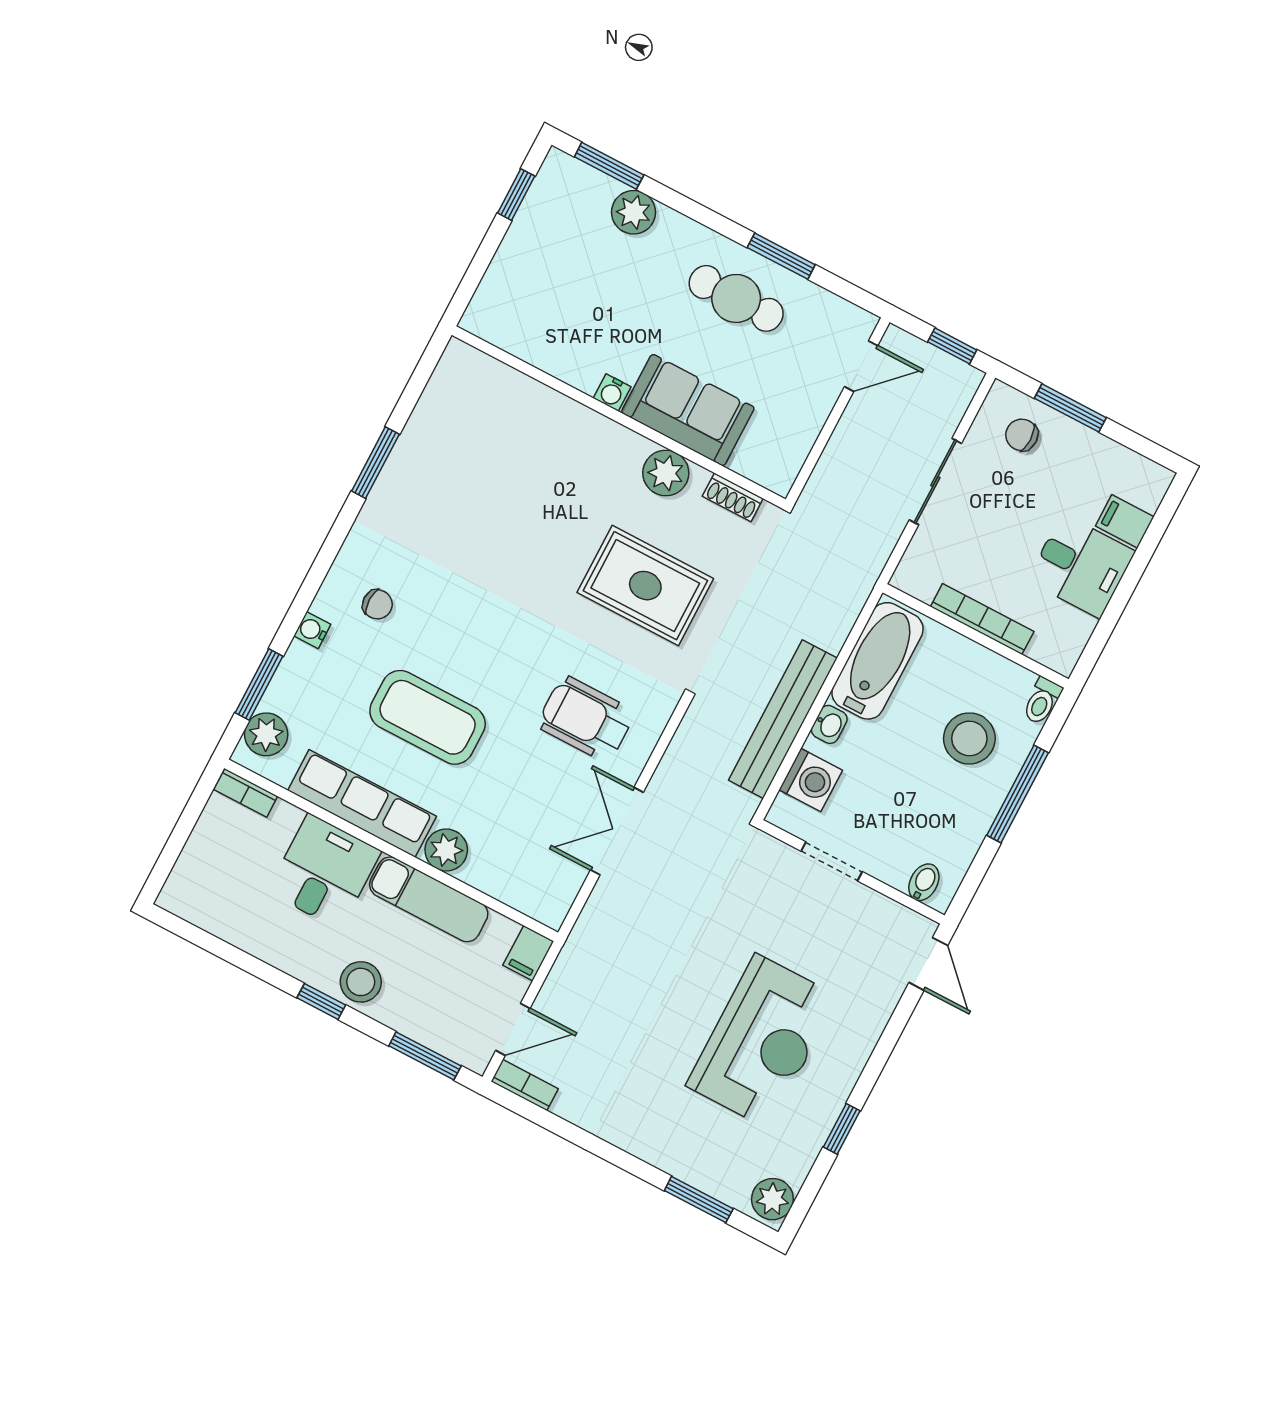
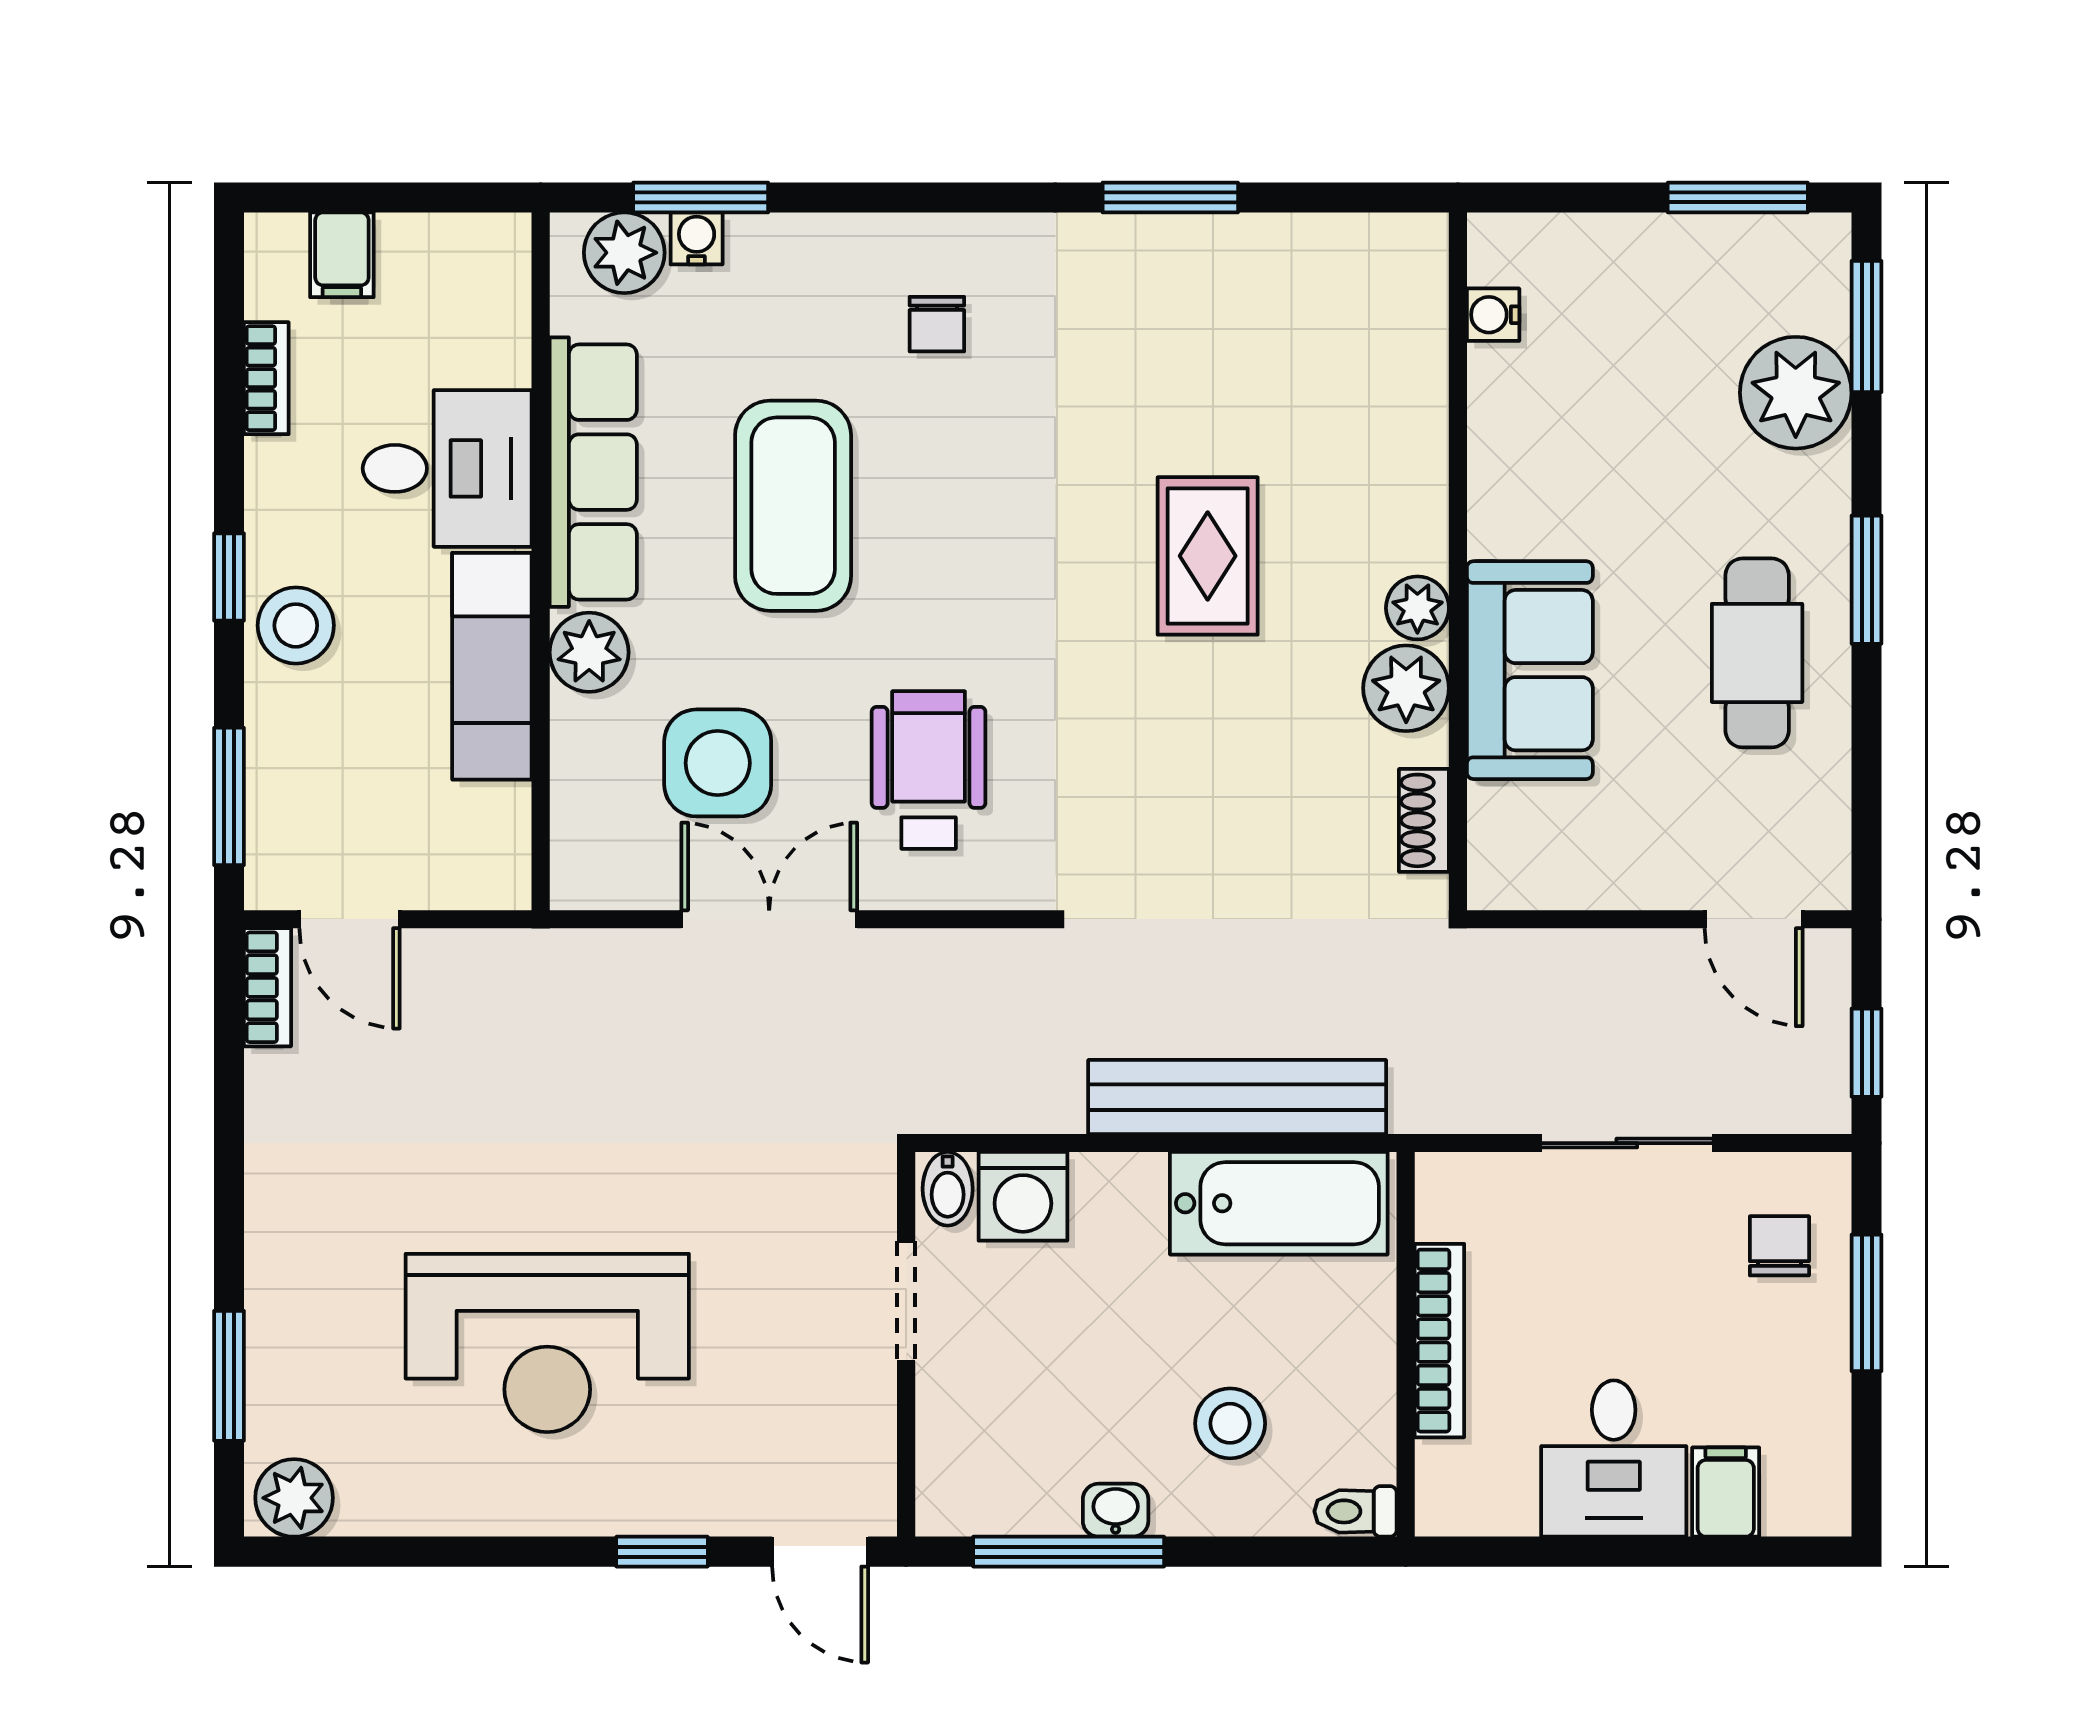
window: (516, 195) -> (1738, 197), width x1.50
plant: (634, 212) -> (1796, 393), width x1.36, depth x1.36
window: (781, 256) -> (1867, 580), moved
water cooler: (612, 392) -> (1493, 315), moved
plant: (631, 448) -> (1417, 608), added
rug: (645, 586) -> (1208, 556), moved, width x0.73, depth x0.70
water cooler: (312, 630) -> (697, 238), moved
bench: (783, 719) -> (1237, 1097), moved
washbasin: (829, 724) -> (1116, 1510), moved, turned 180
stool: (969, 738) -> (1230, 1423), width x0.73, depth x0.73
bookcase: (246, 793) -> (266, 378), moved, turned 180
window: (1018, 794) -> (1069, 1552), moved
side table: (530, 817) -> (718, 763), added
bidet: (924, 882) -> (948, 1189), moved, turned 90
filing cabinet: (528, 953) -> (342, 255), moved, turned -90
door: (928, 964) -> (820, 1552), hinge flipped
window: (842, 1129) -> (662, 1552), moved

